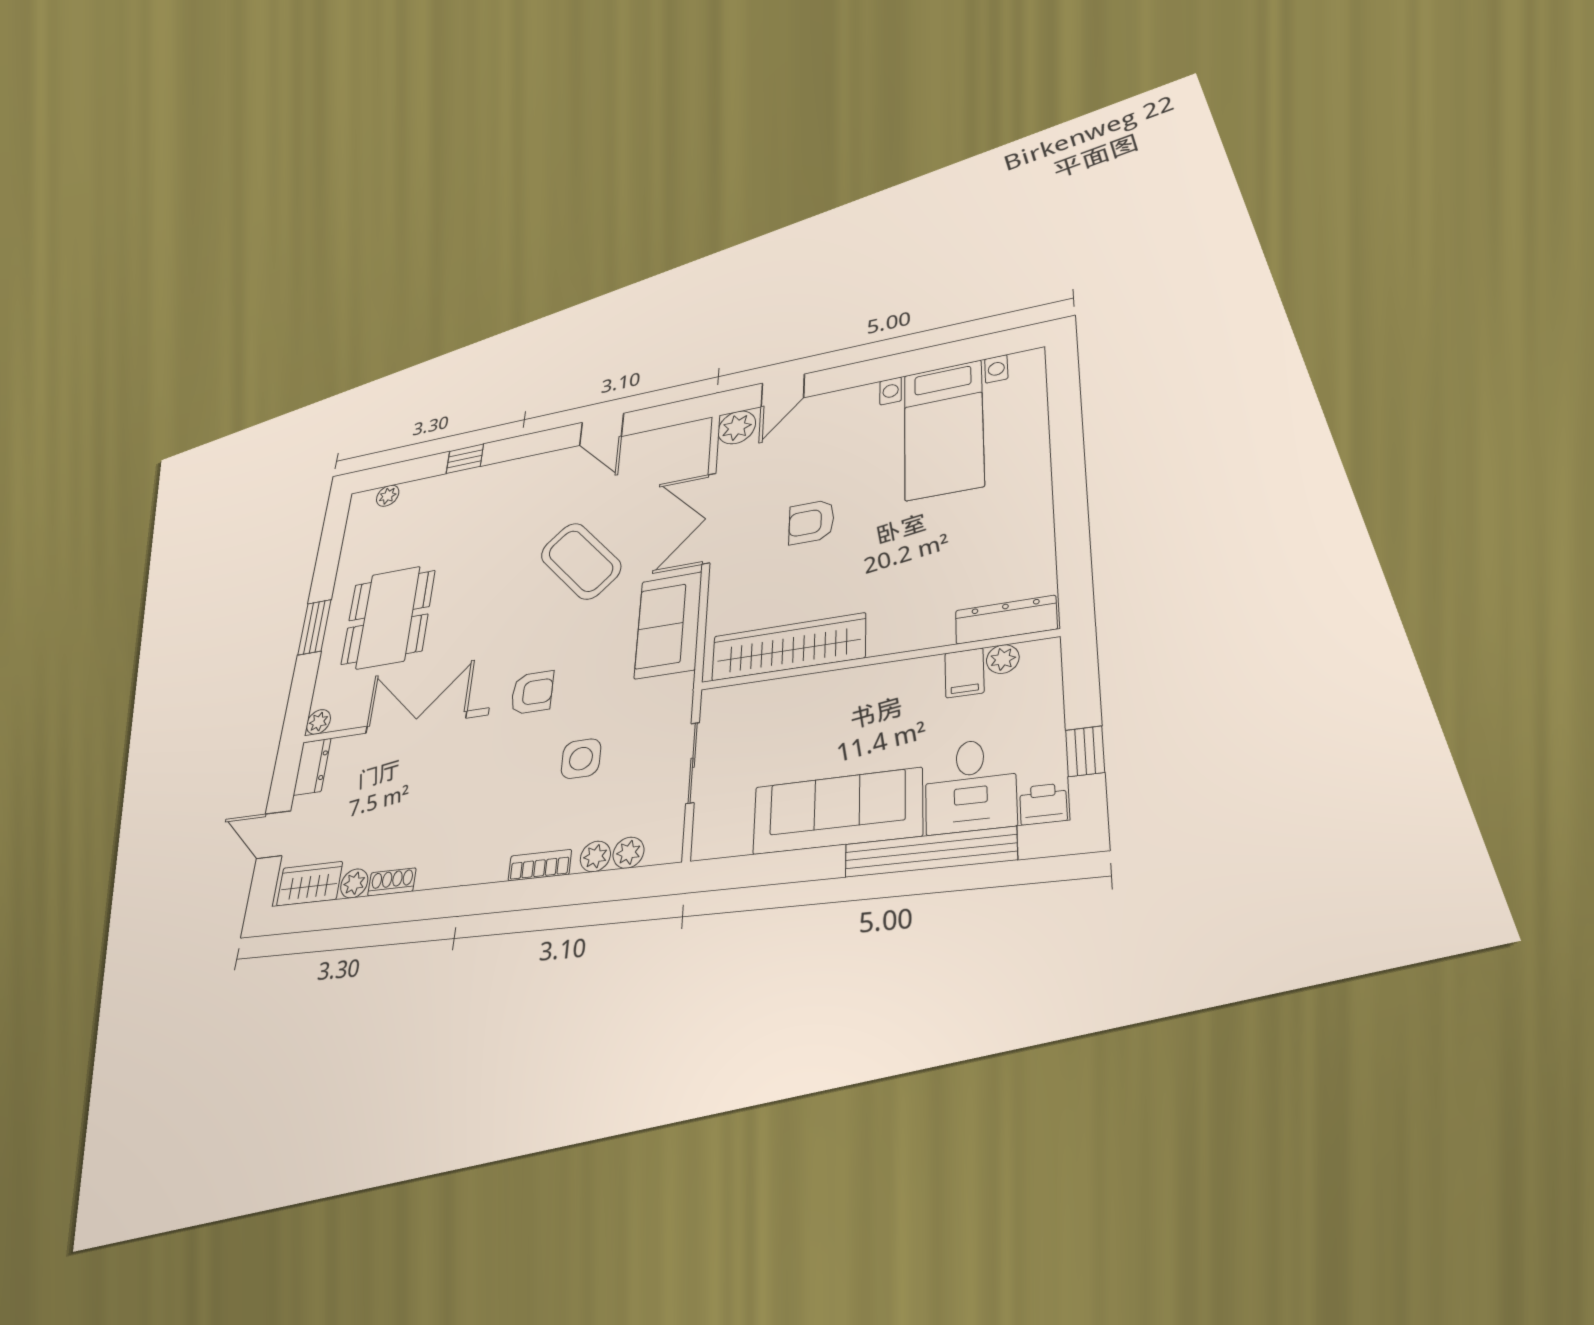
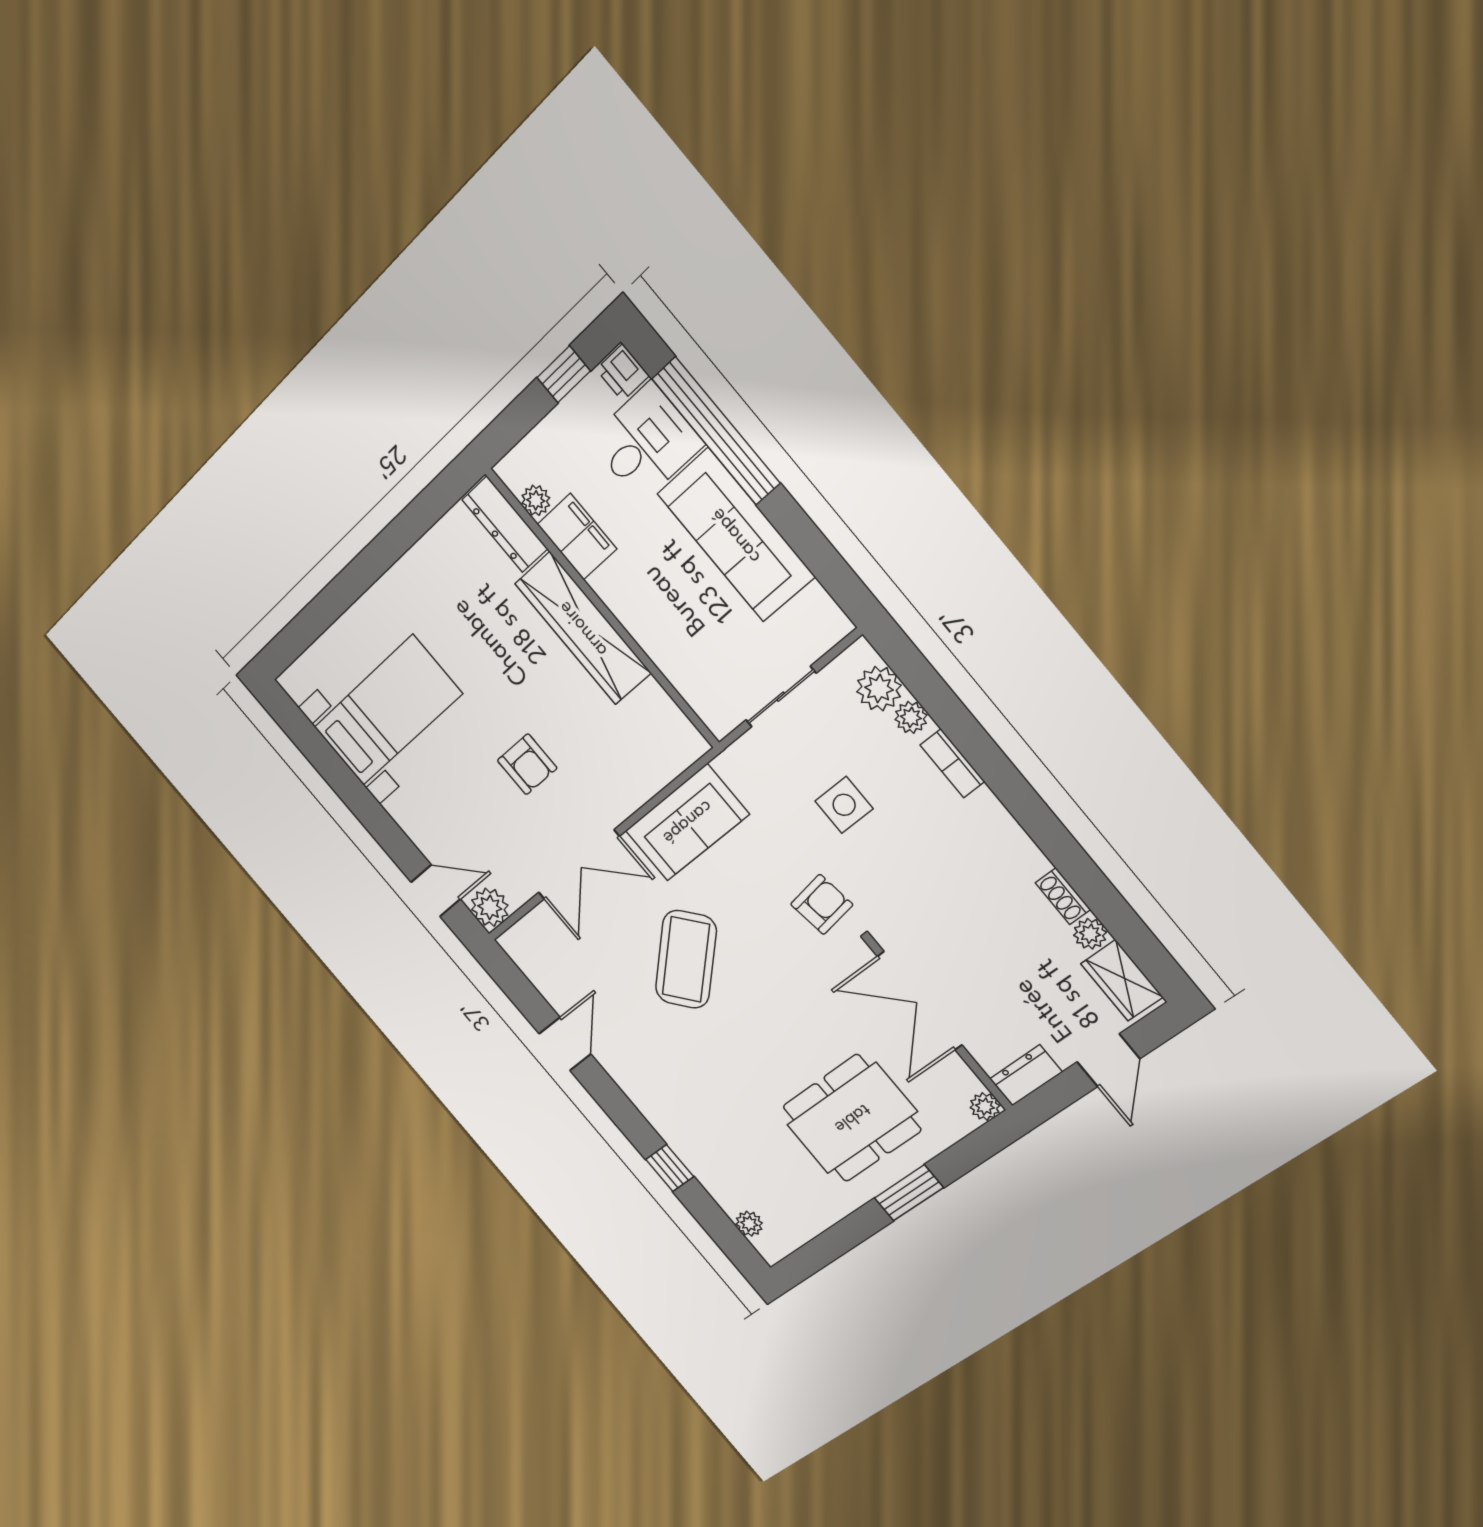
wardrobe: (788, 647) -> (583, 628), moved
filing cabinet: (964, 673) -> (577, 537), width x2.00
armchair: (532, 693) -> (822, 904), turned 82
plant: (628, 853) -> (879, 689), width x1.38, depth x1.38

